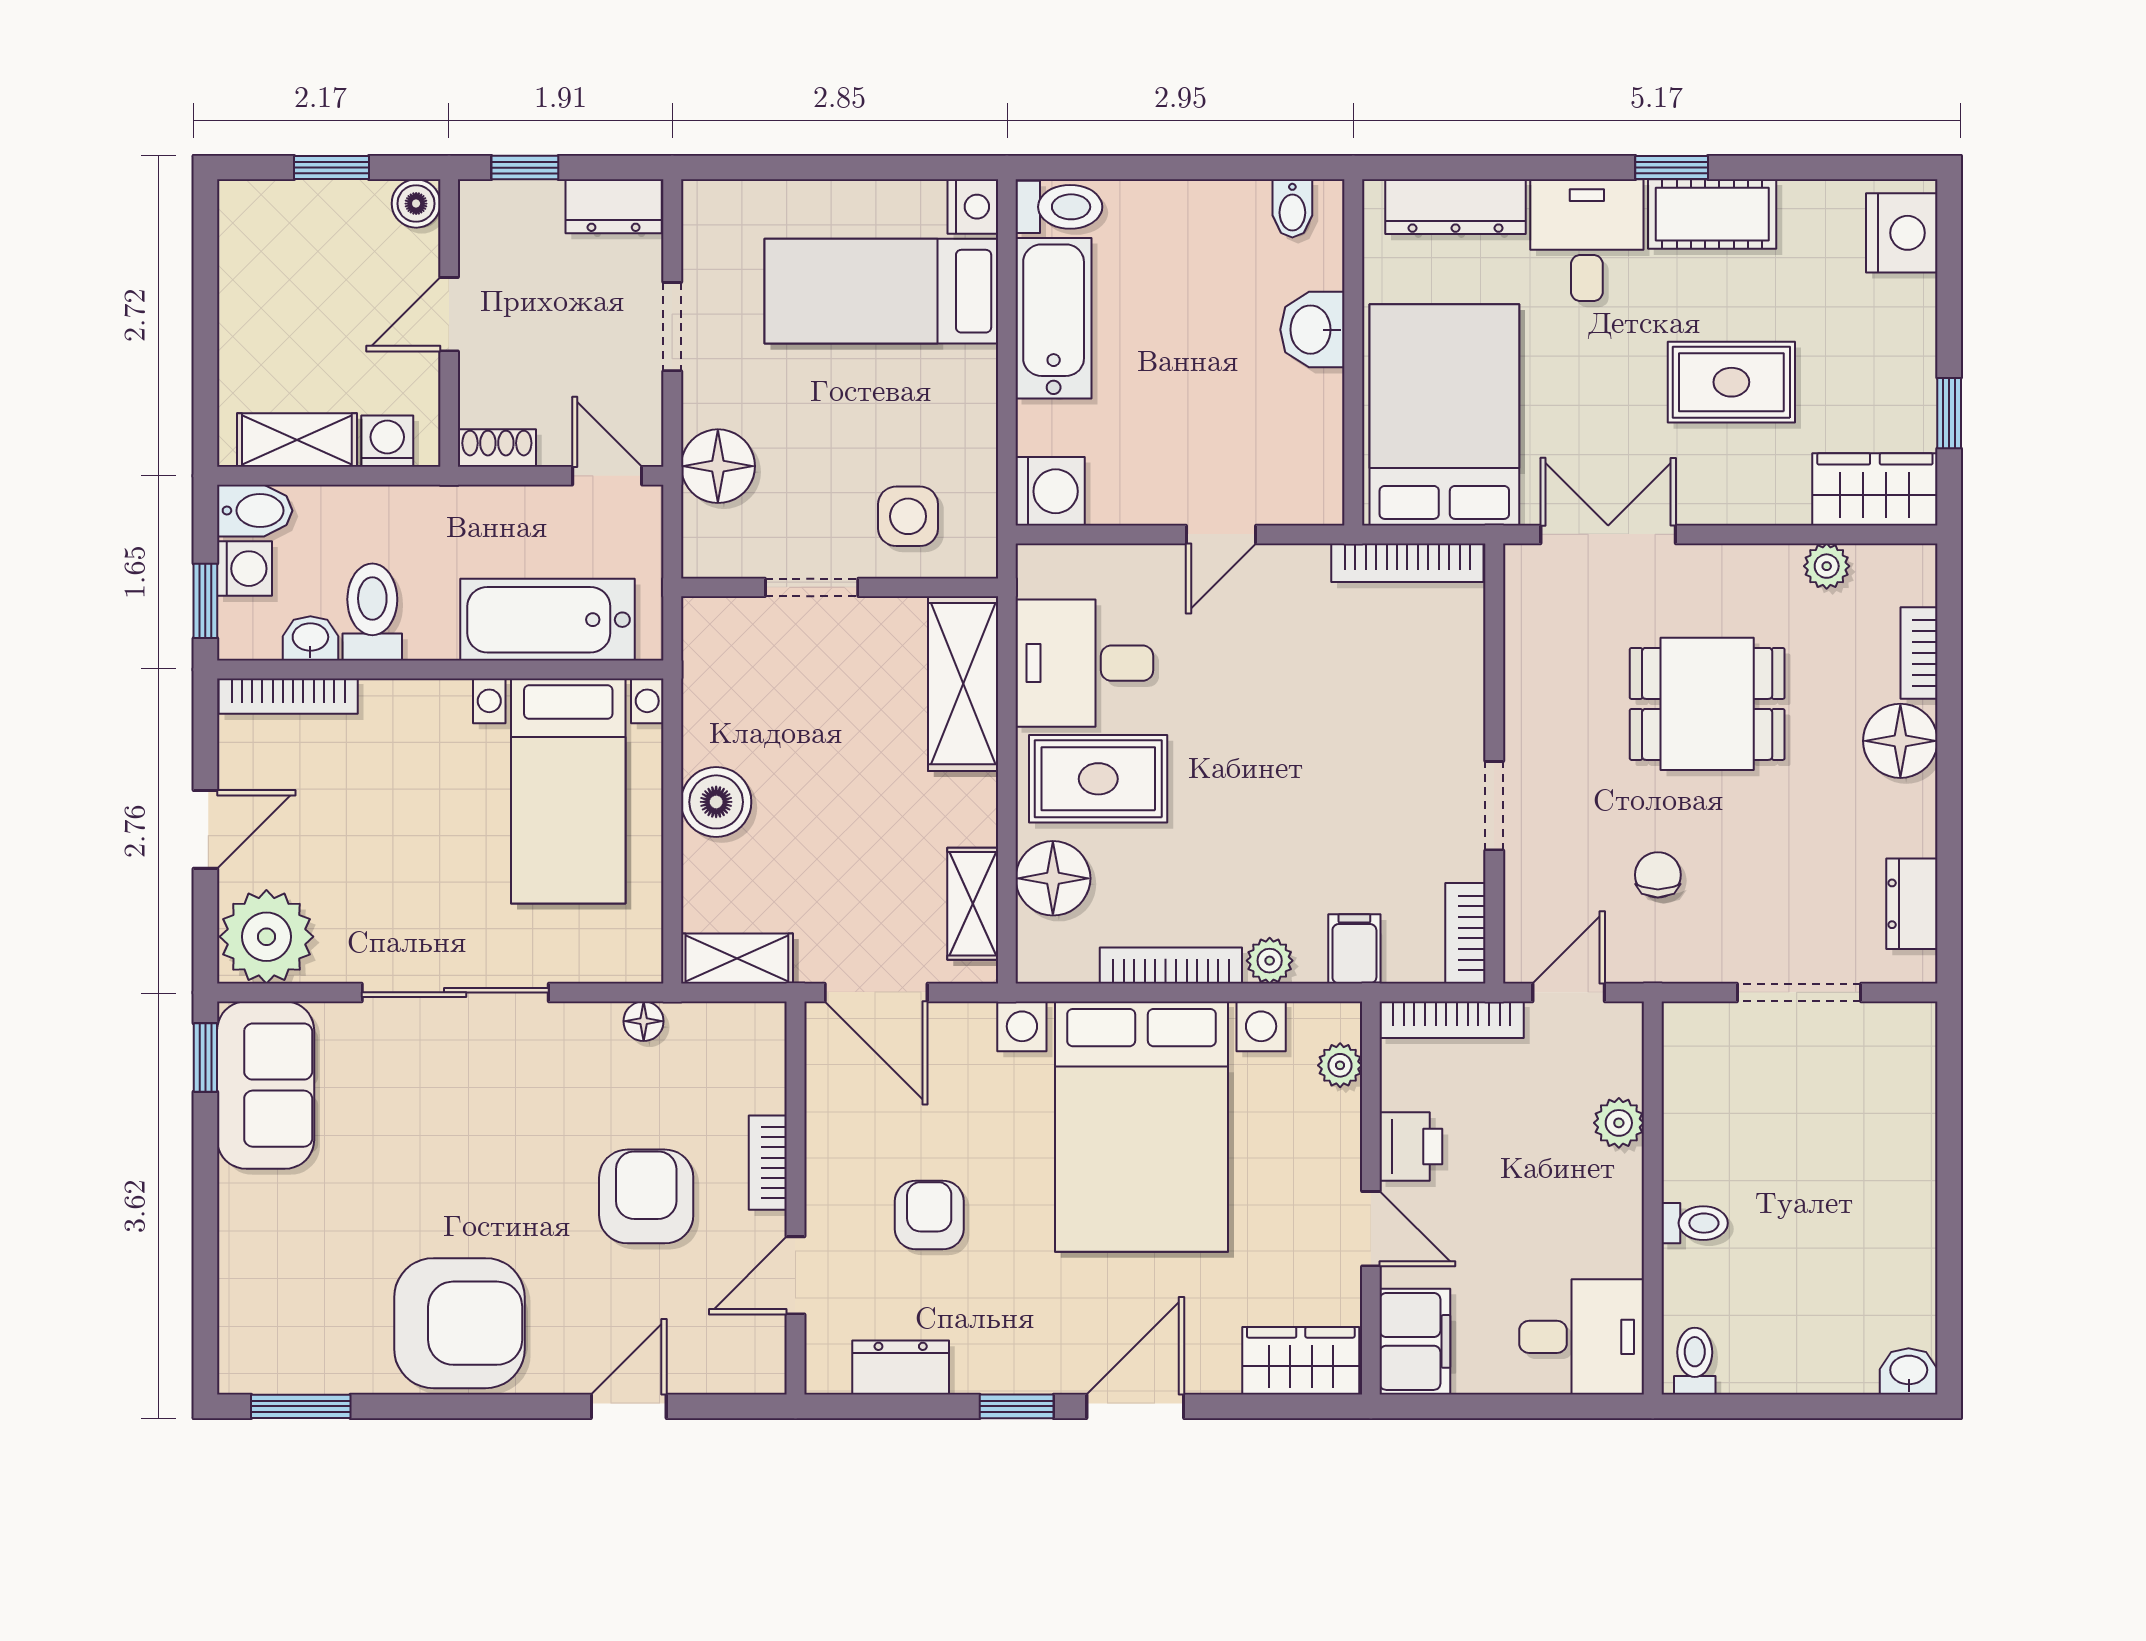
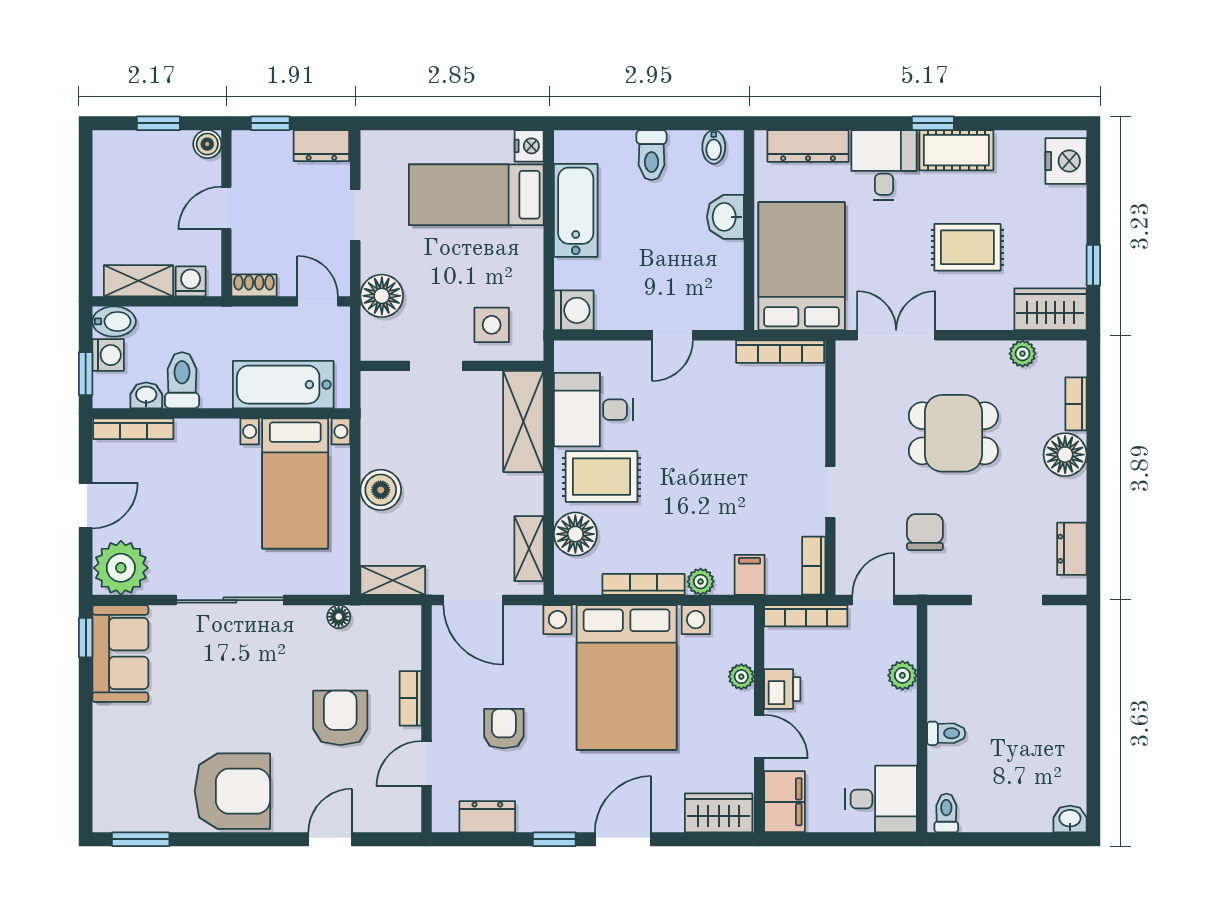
toilet: (1059, 207) -> (652, 155), moved, turned 90
chair: (1658, 875) -> (925, 532), width x1.37, depth x1.37
plant: (1340, 1065) -> (741, 677), moved

